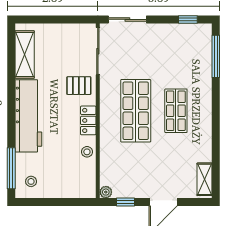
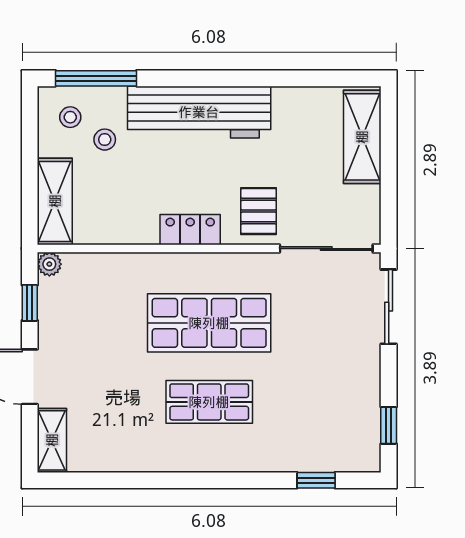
shelving: (25, 55) -> (362, 137), moved, turned 90
window: (216, 56) -> (316, 480), width x0.46
stool: (87, 152) -> (105, 140), moved
shelving: (204, 179) -> (52, 440), moved, turned 90
shelving: (74, 189) -> (55, 201), added

